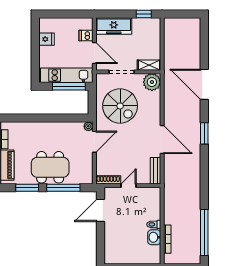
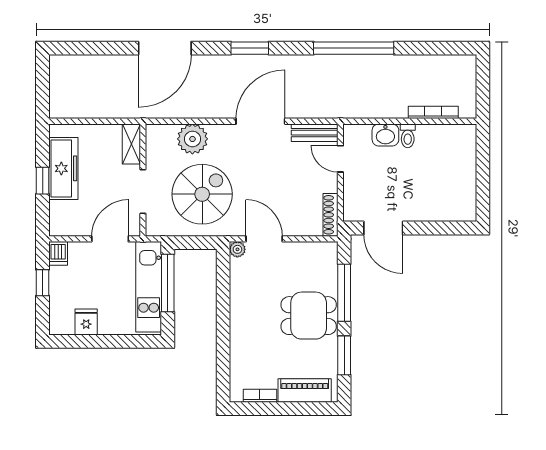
window: (69, 14) -> (43, 283), added
window: (144, 14) -> (43, 181), moved
freezer: (114, 26) -> (63, 168), moved
dishwasher: (86, 35) -> (58, 253), moved
plant: (152, 82) -> (192, 139), moved
dining table: (50, 167) -> (309, 316), width x0.73
door: (128, 186) -> (340, 159), moved
window: (204, 233) -> (354, 48), moved
washbasin: (154, 237) -> (385, 135), moved

